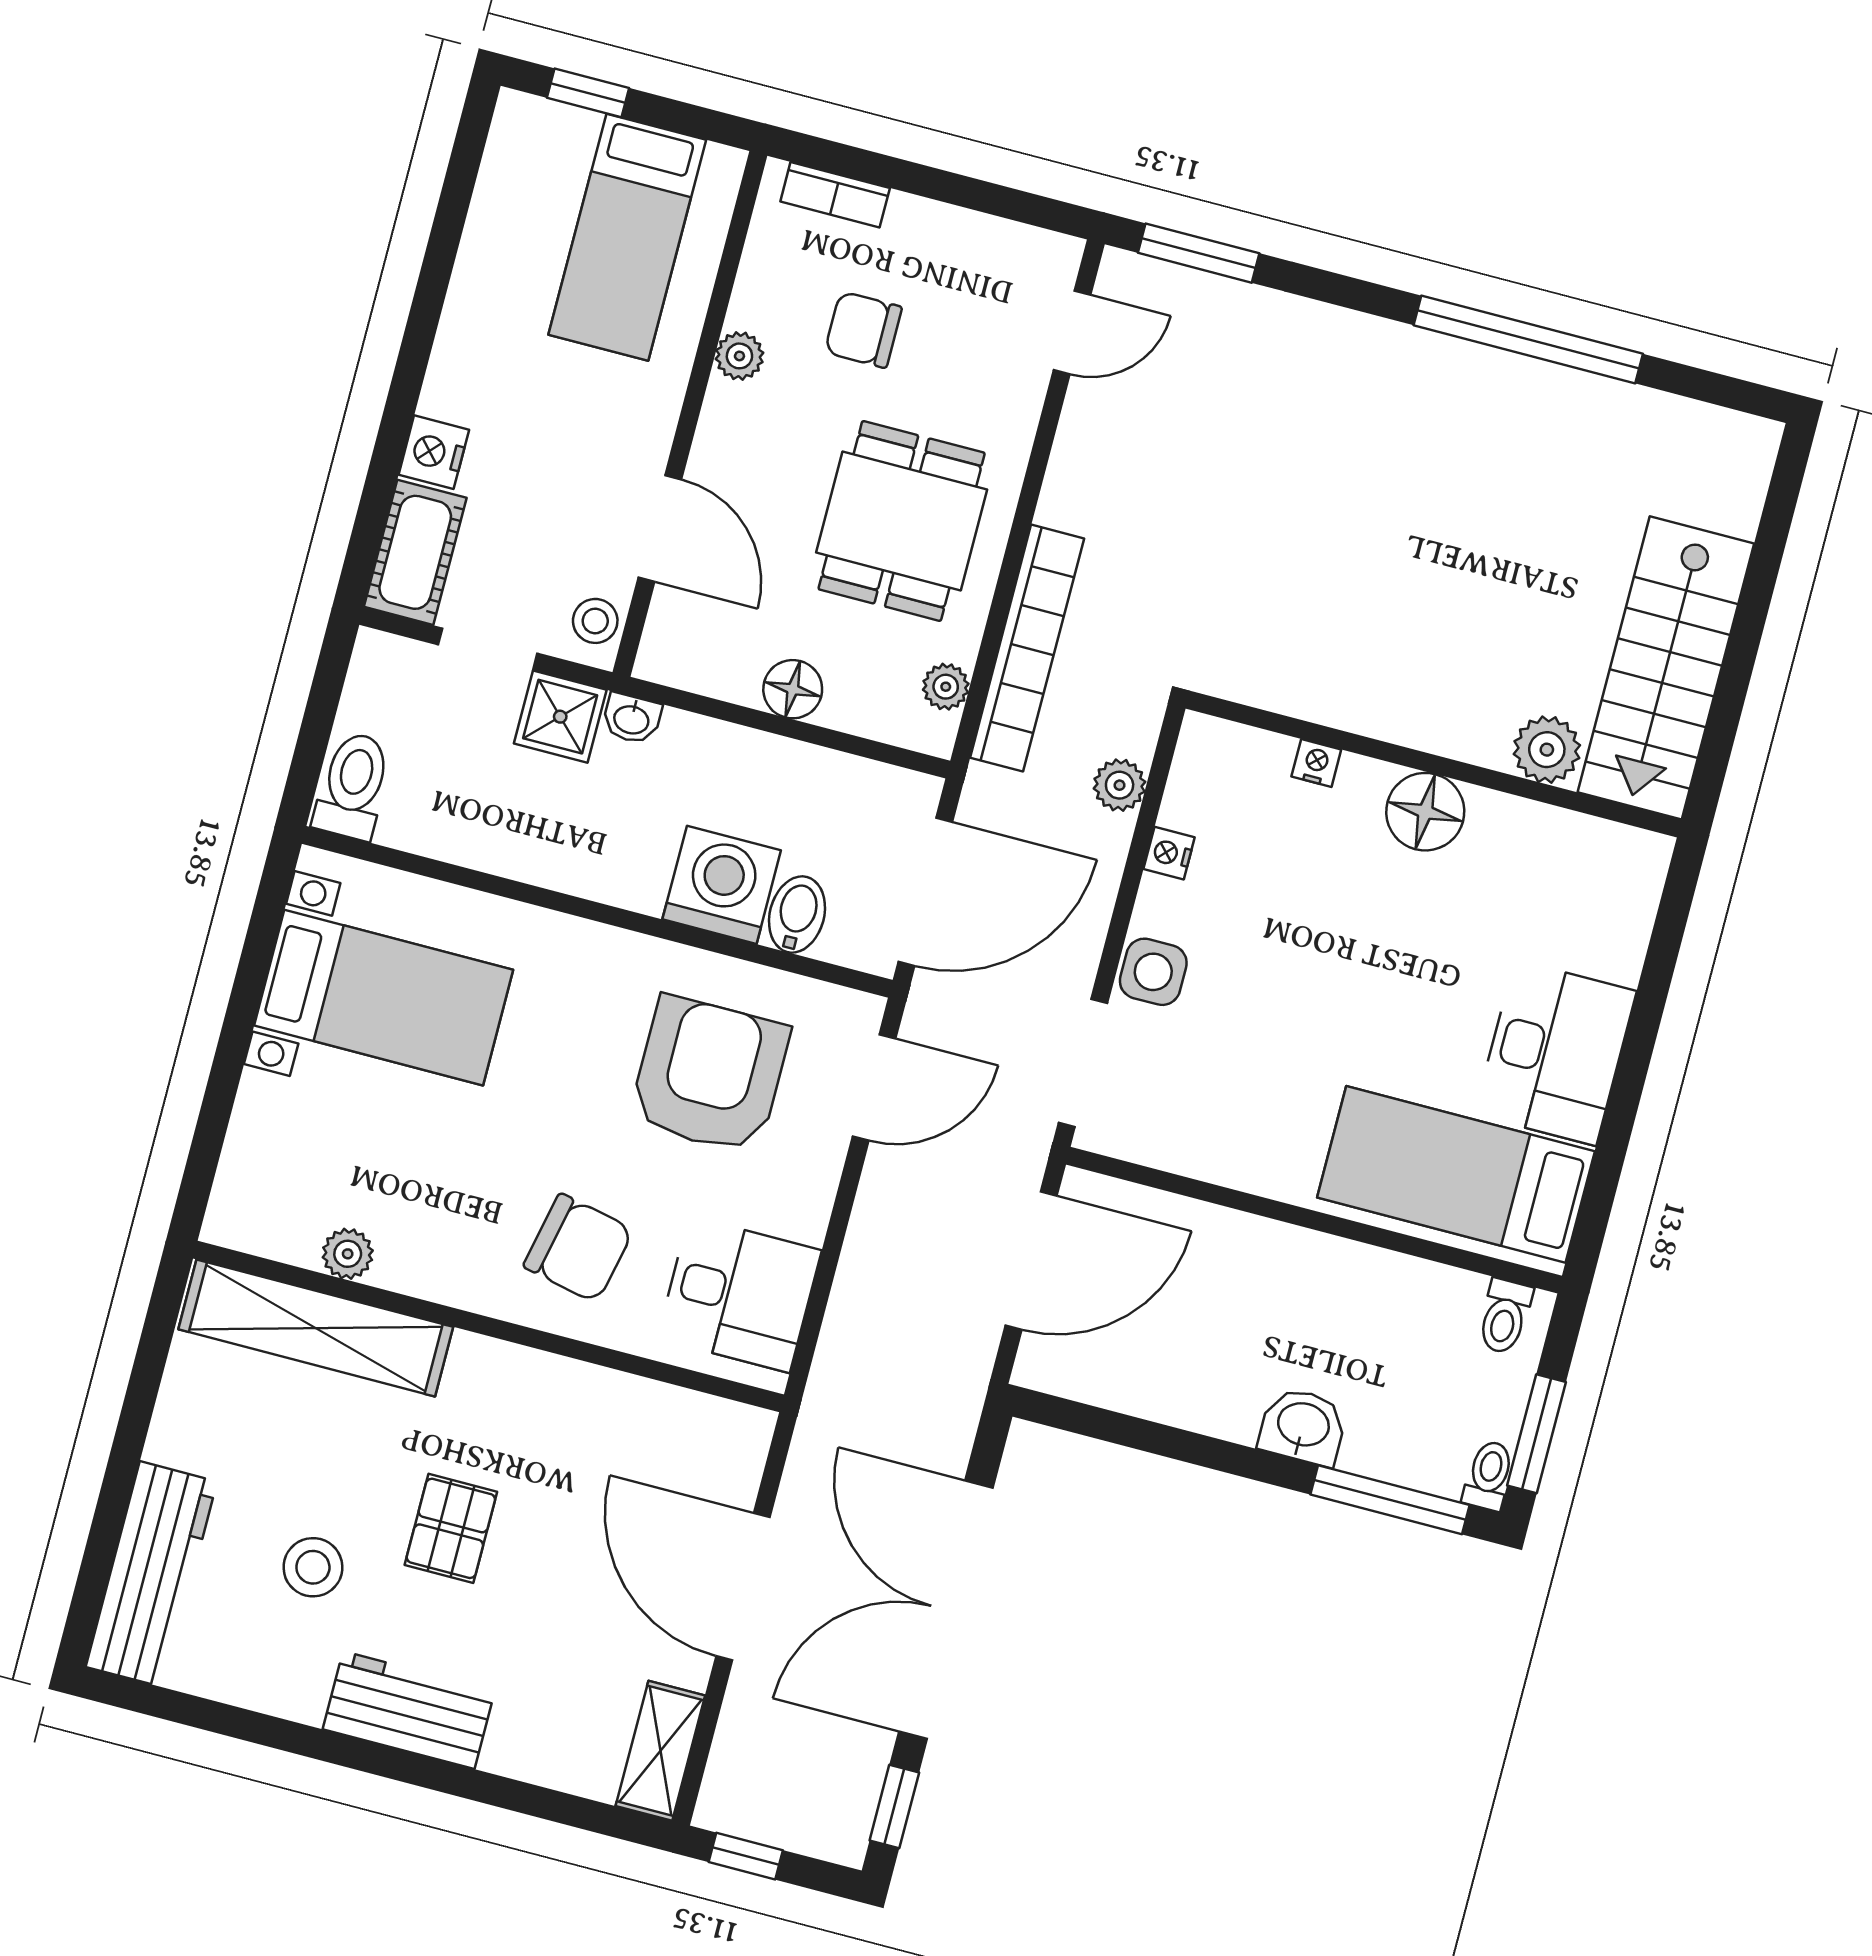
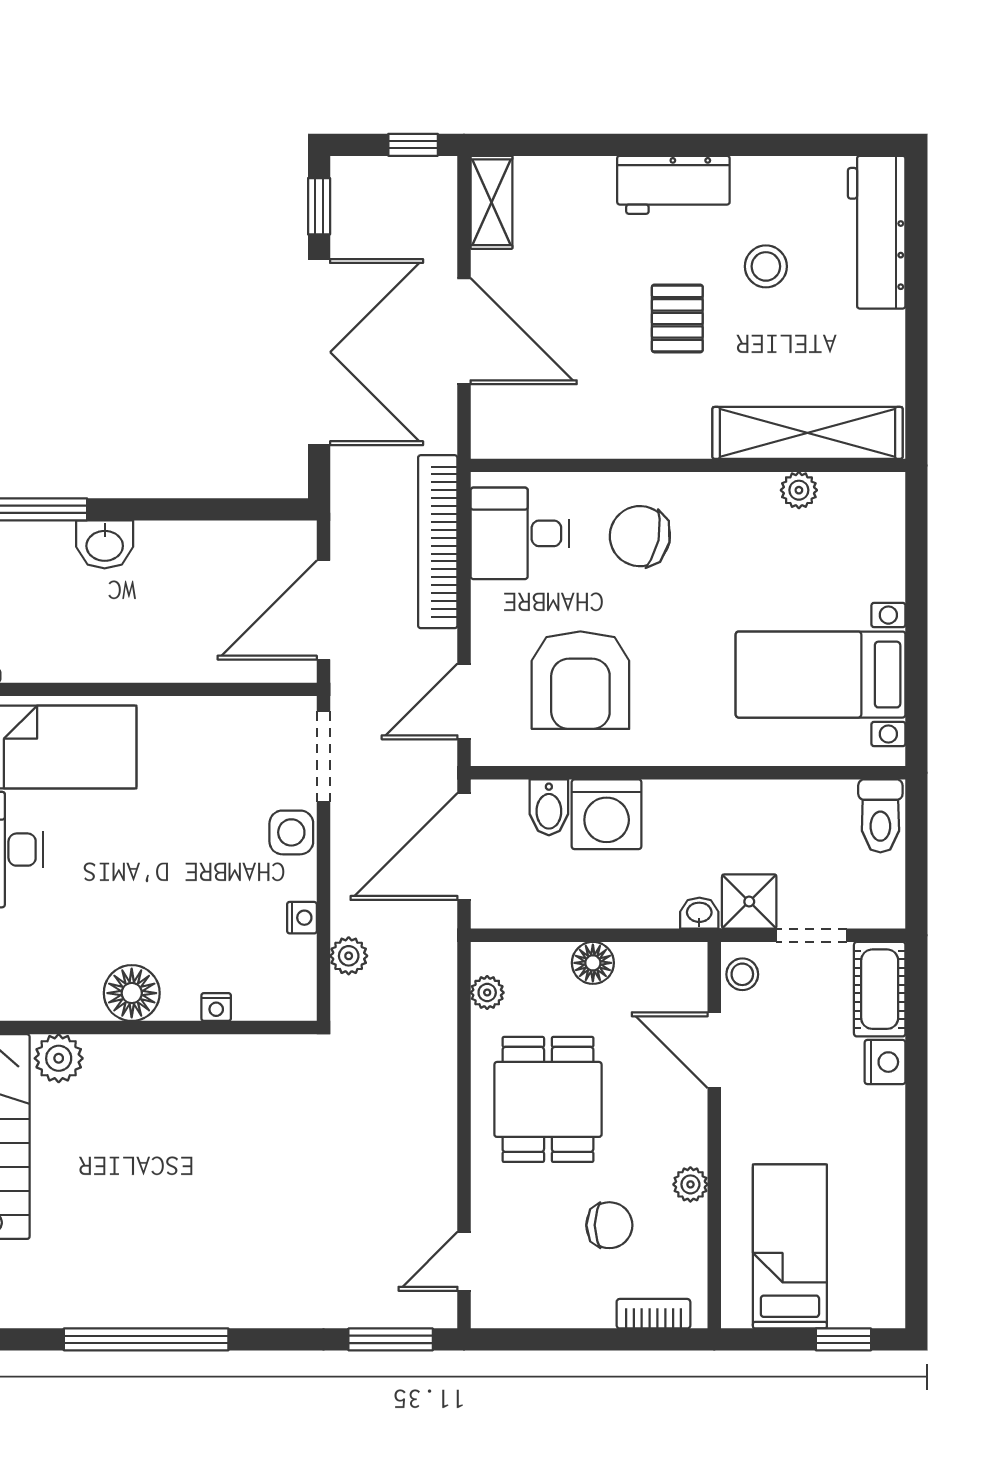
bookcase: (1027, 648) -> (438, 542), moved

